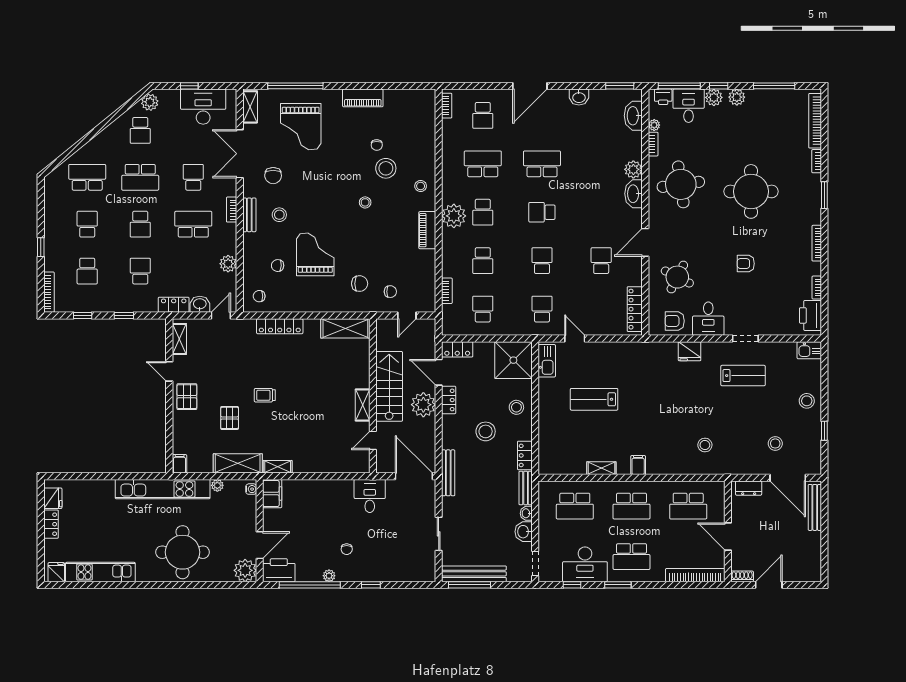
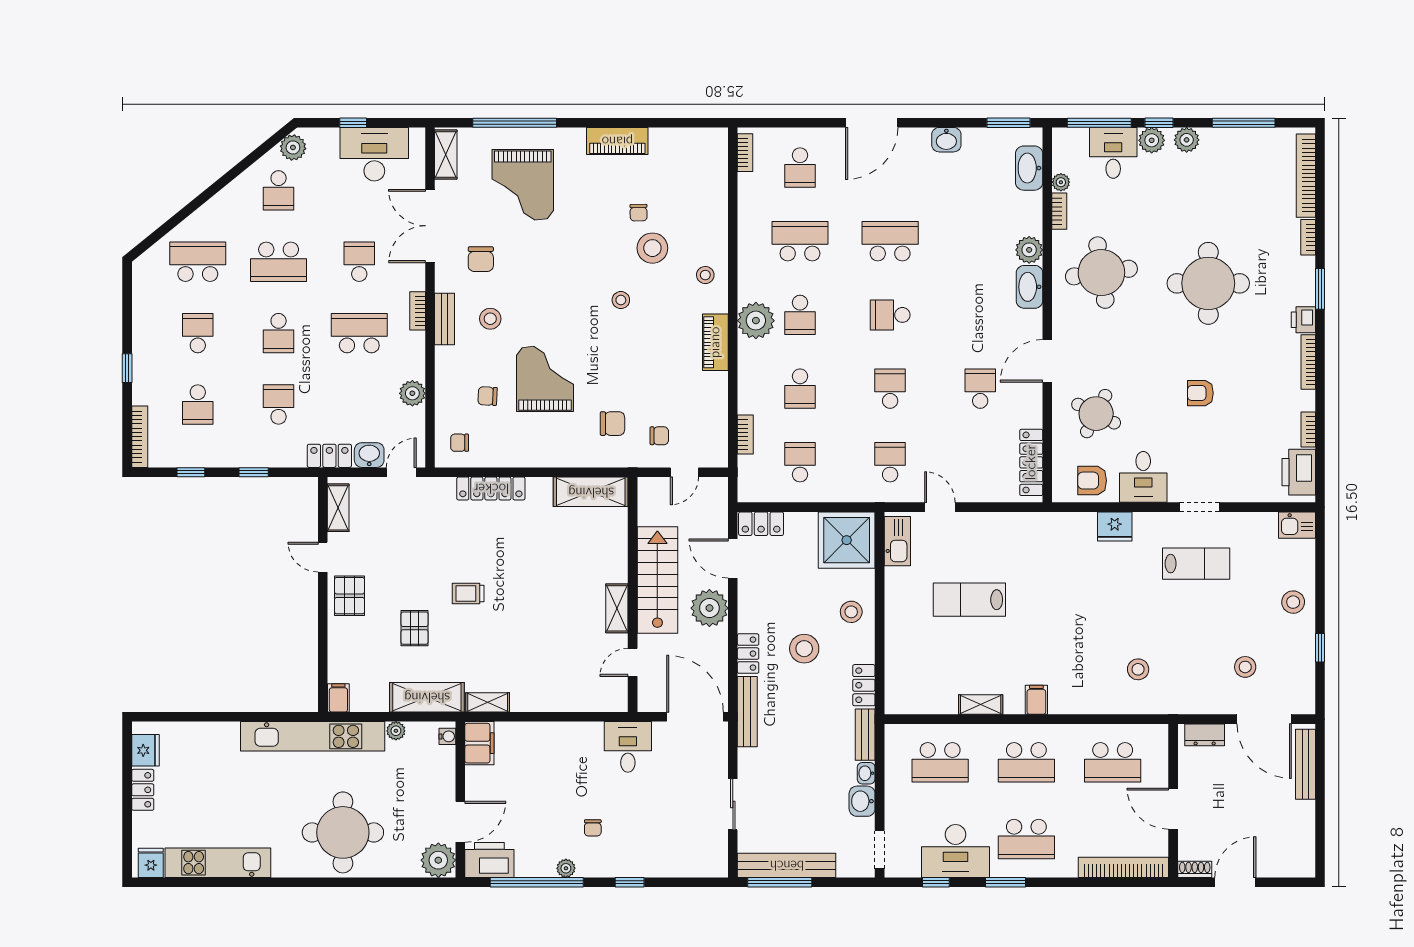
printer: (663, 97) -> (1303, 320), moved, turned 90
locker: (449, 400) -> (748, 654), moved

